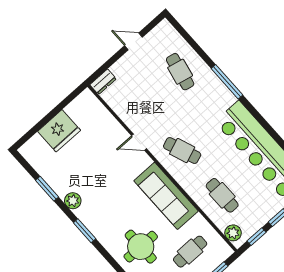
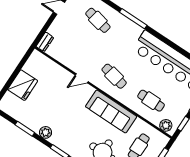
cafe table: (182, 151) -> (114, 76), turned 33

